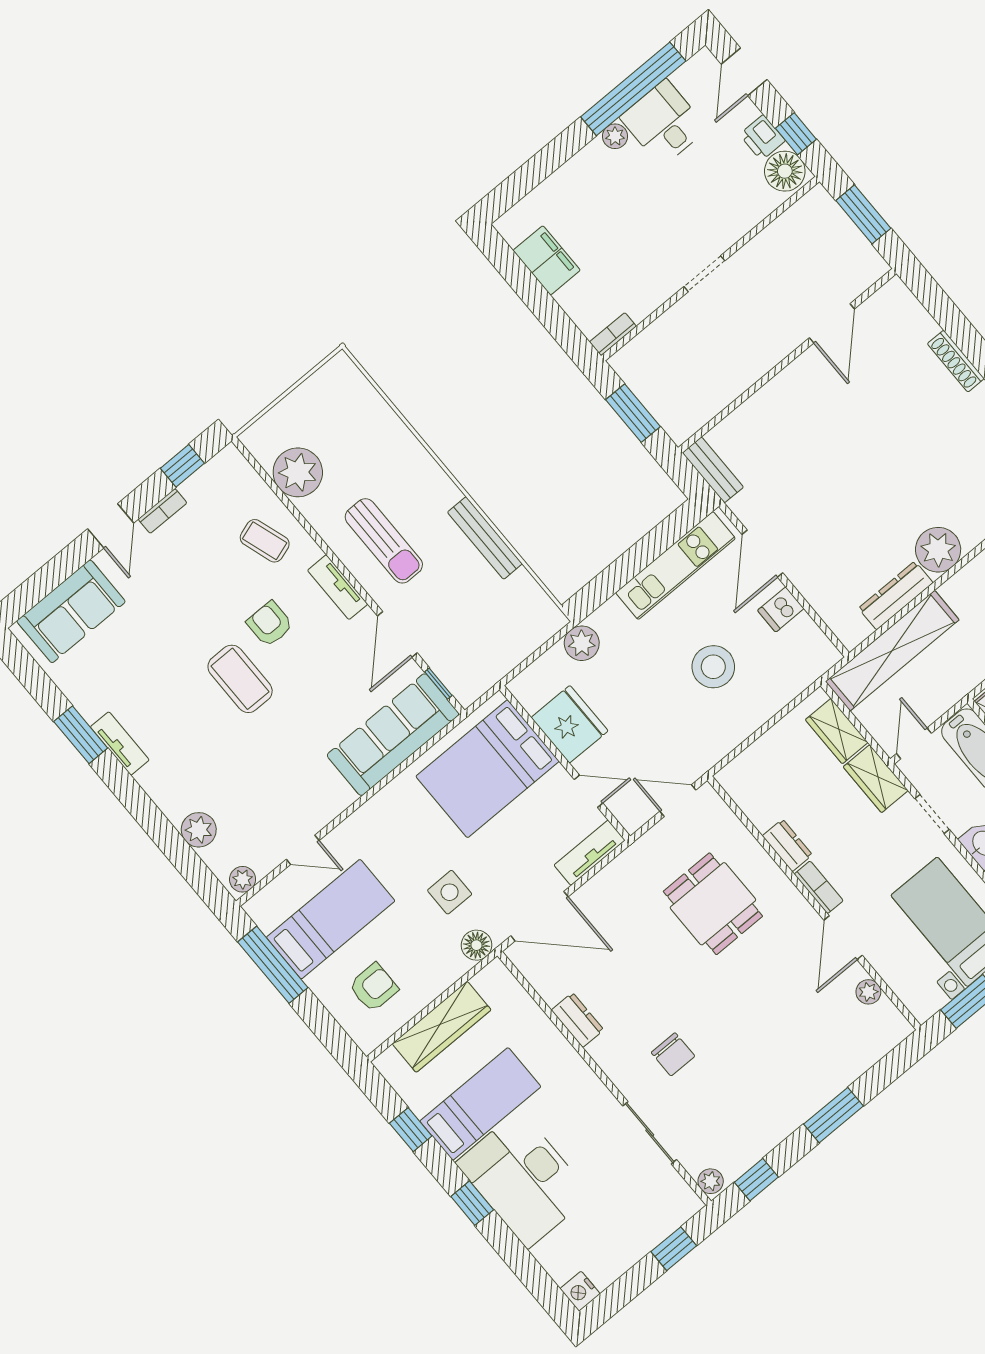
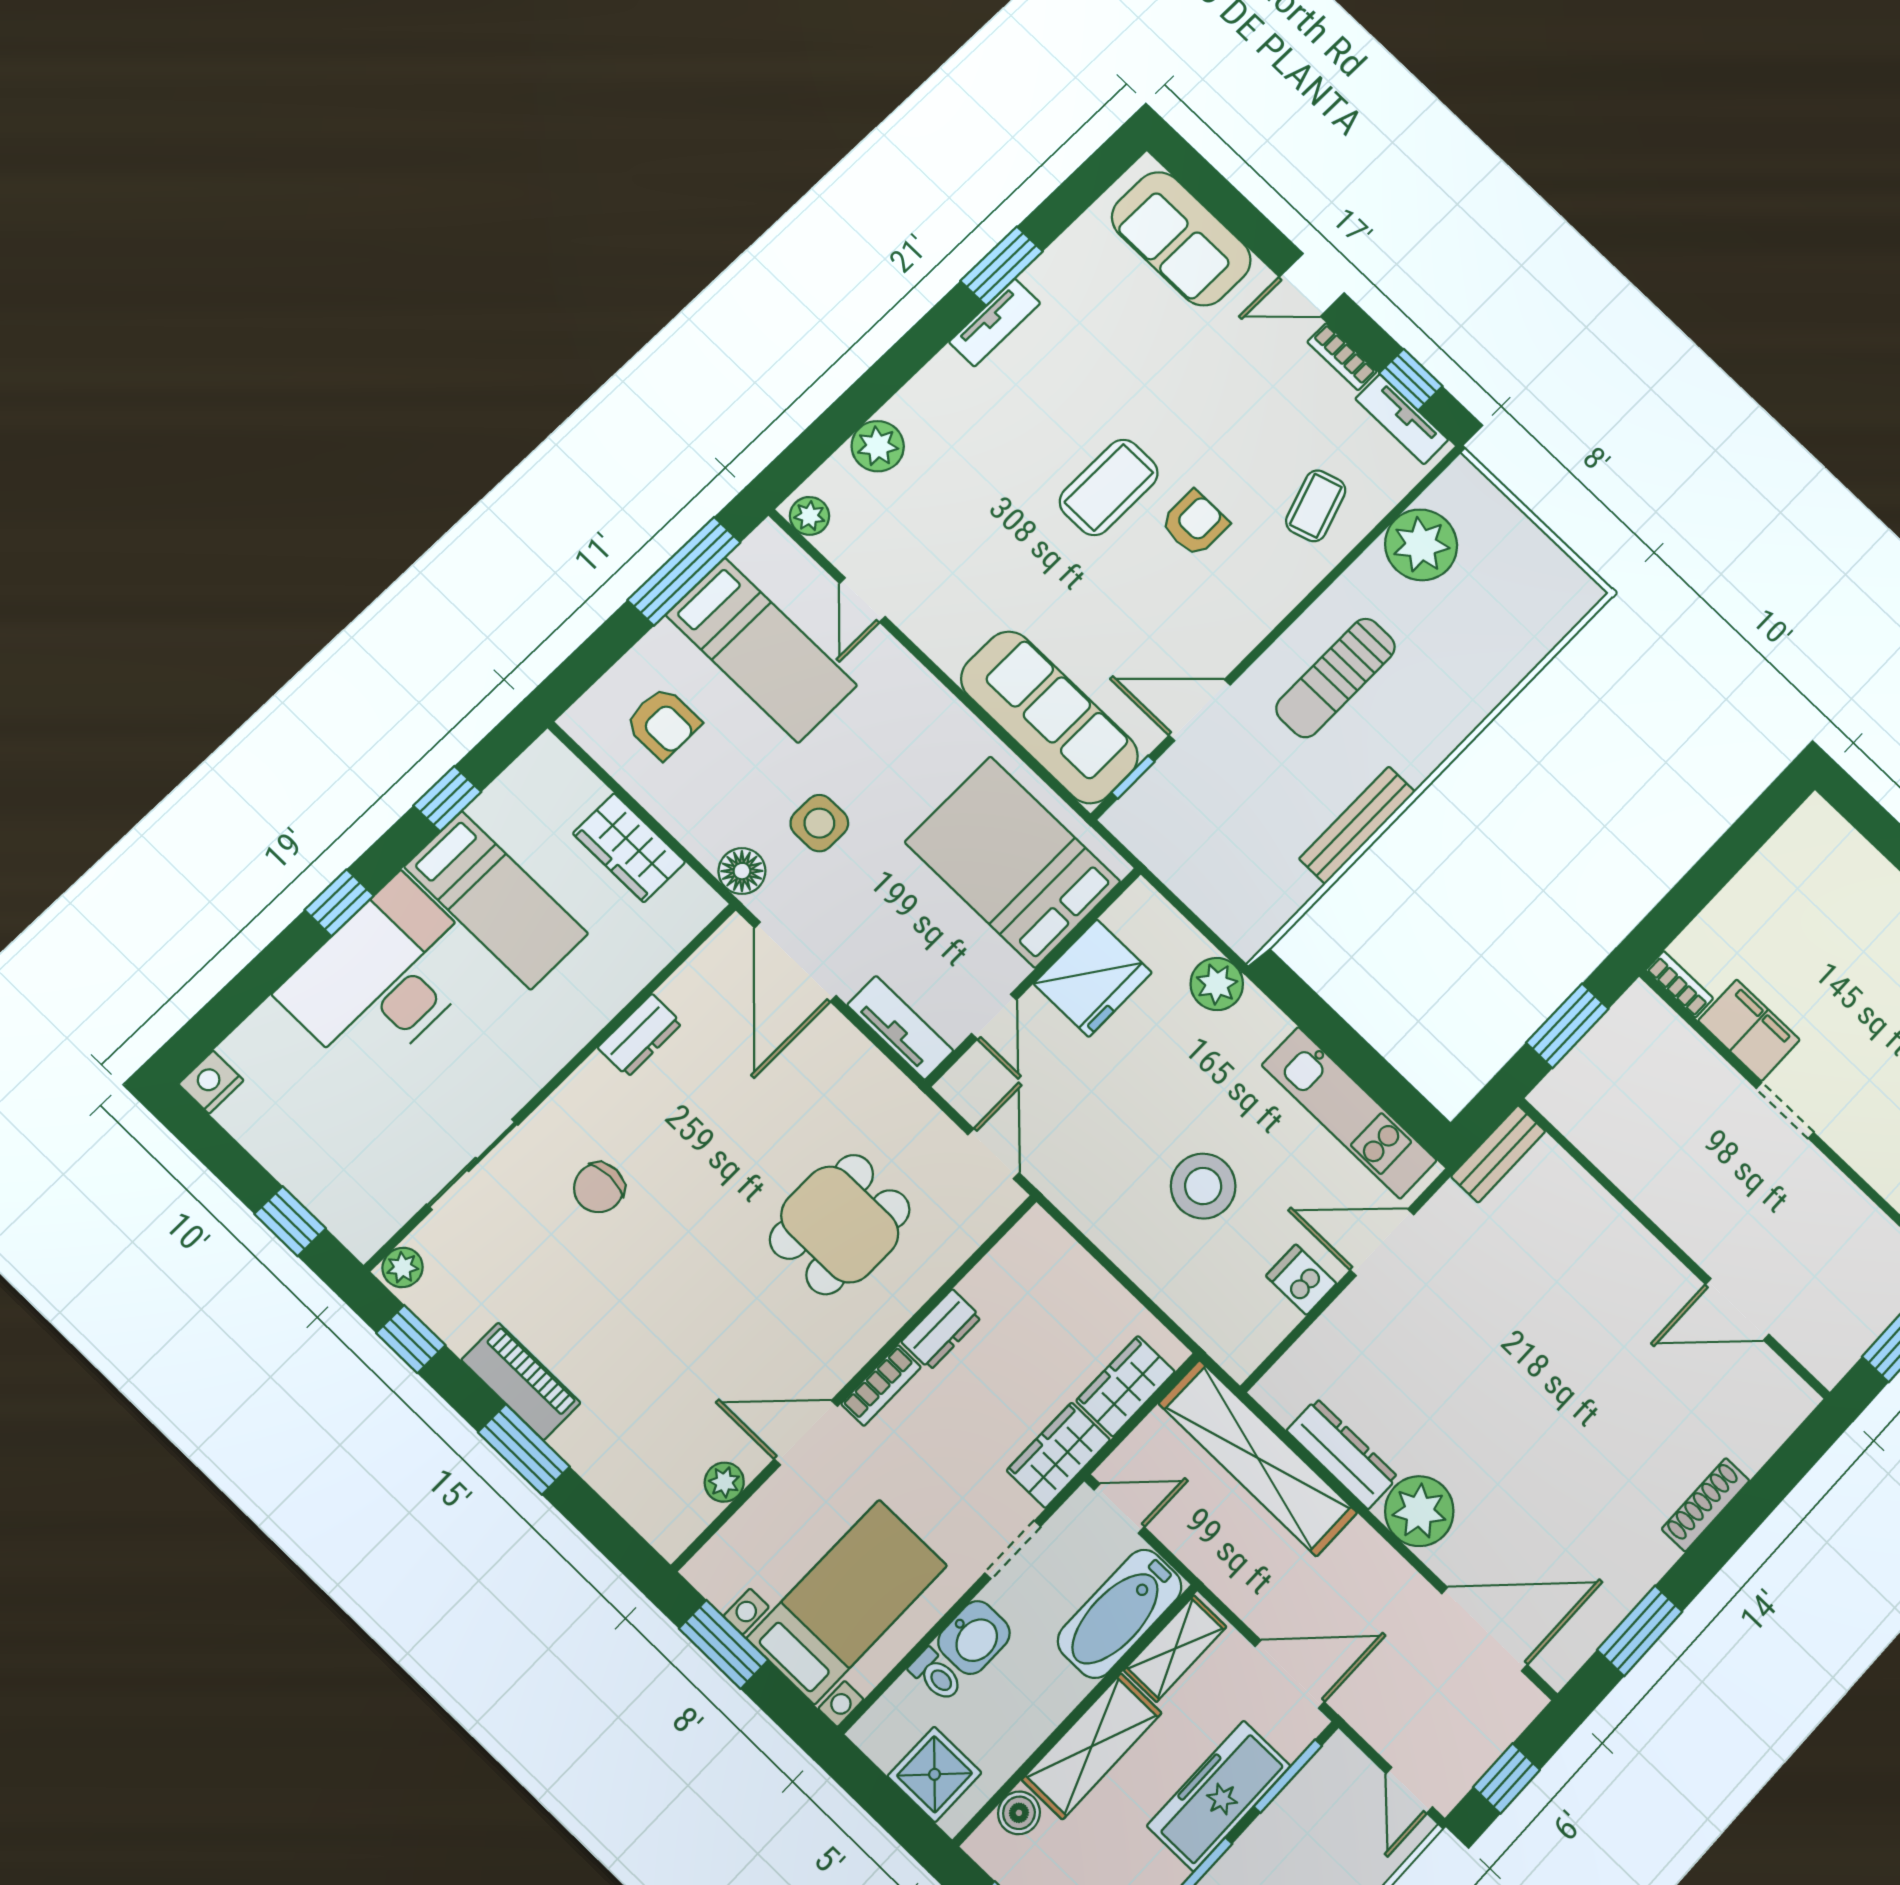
filing cabinet: (547, 260) -> (1749, 1030), moved, turned -90
tv unit: (338, 587) -> (1402, 419), moved, turned -90
wardrobe: (442, 1027) -> (629, 848), width x0.67
piano: (791, 1113) -> (521, 1381), added

